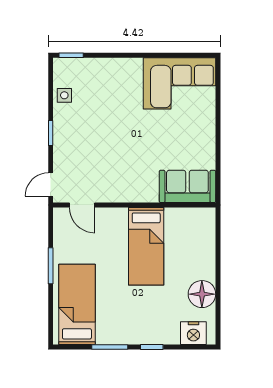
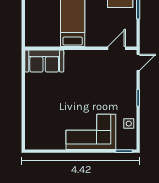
corner sofa: (180, 83) -> (91, 132), moved
door: (82, 205) -> (117, 48), hinge flipped

